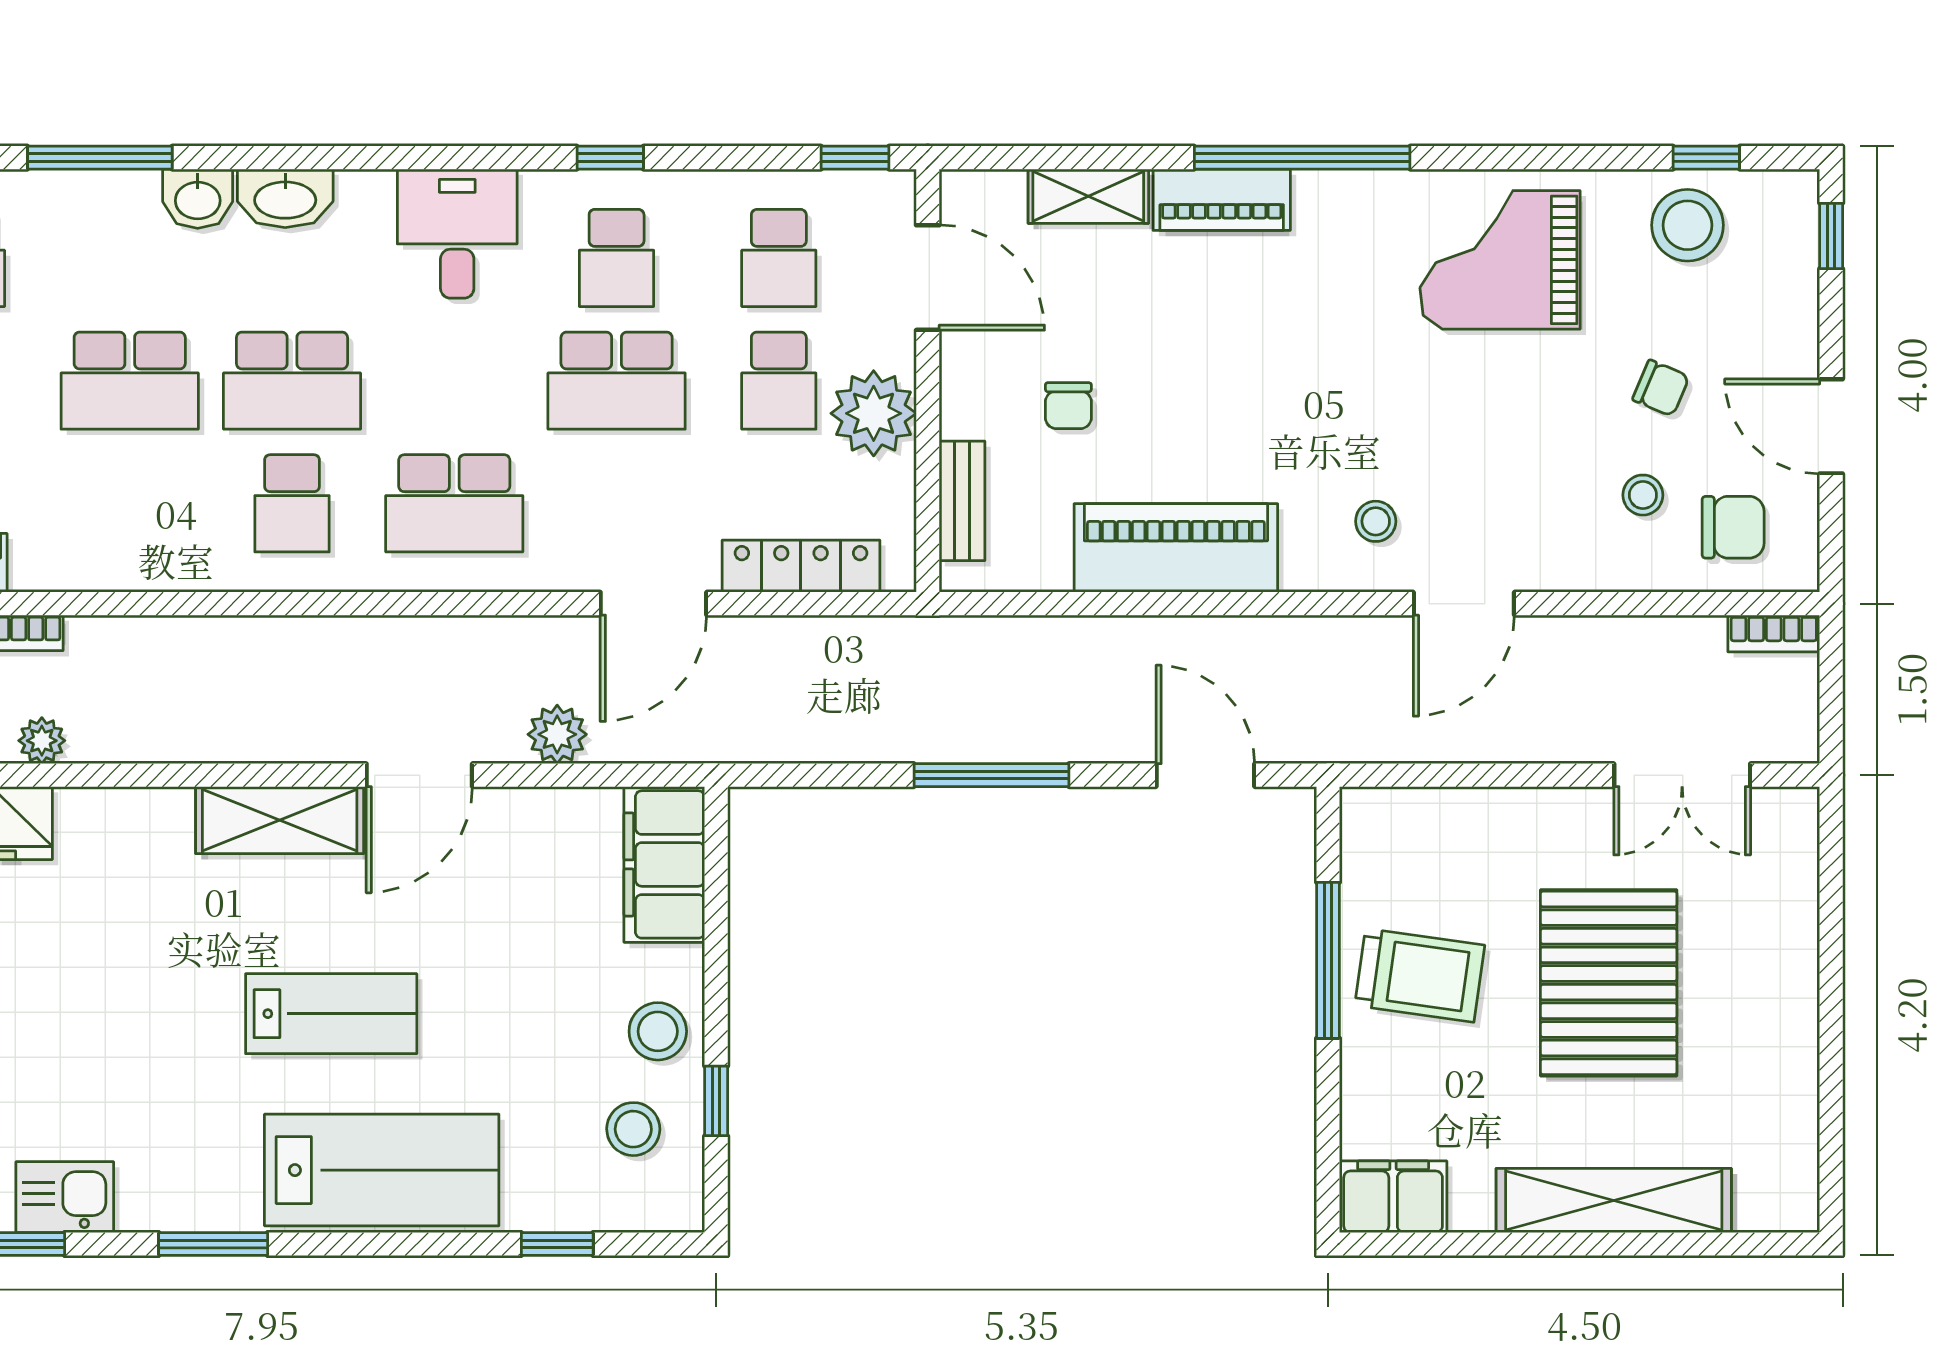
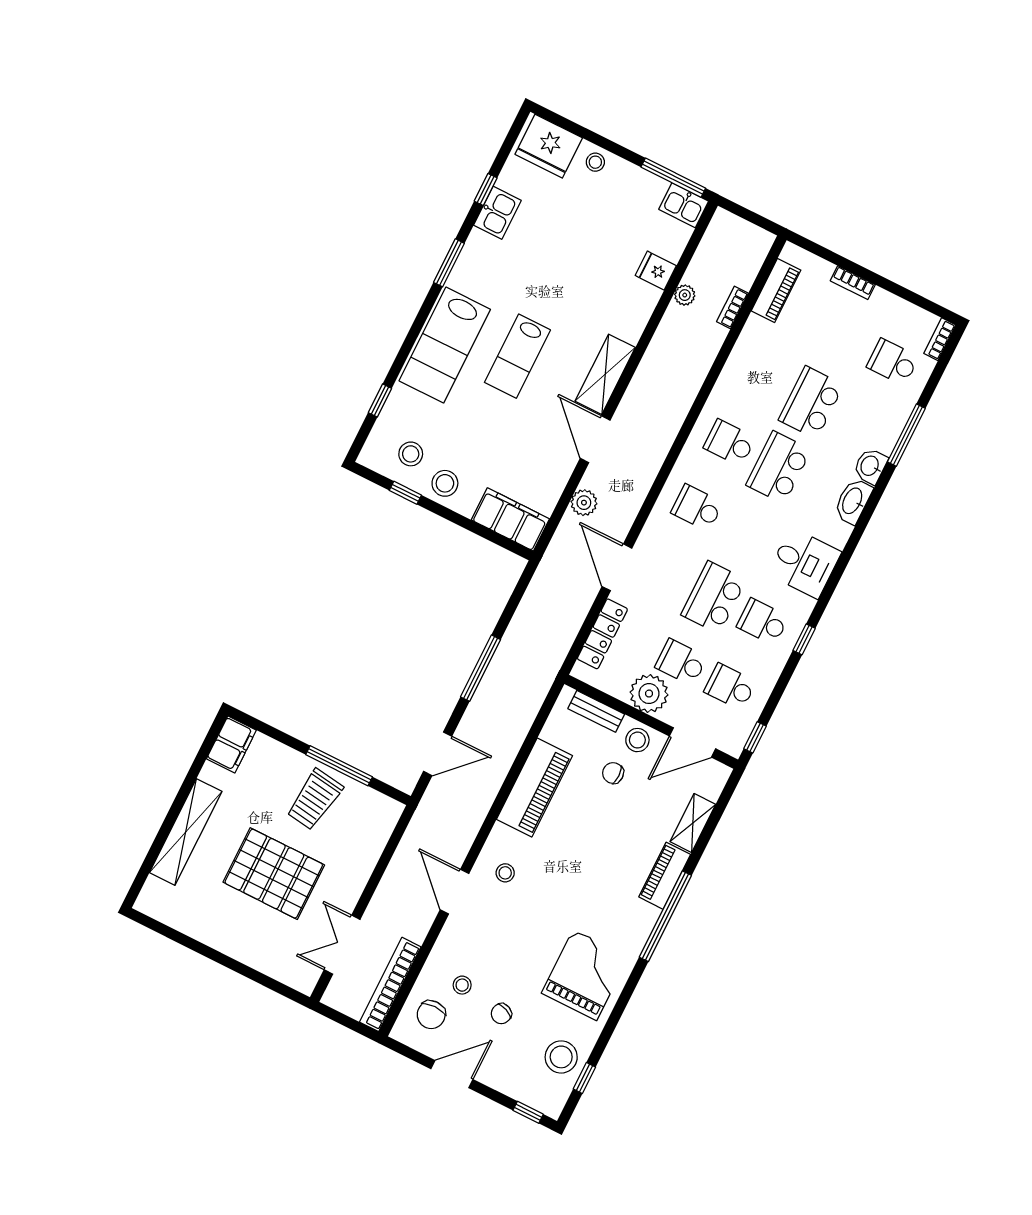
stool: (978, 390) -> (637, 740), added
school desk: (454, 503) -> (697, 508), width x0.54
bookcase: (1774, 633) -> (390, 984), width x2.31, depth x1.31

